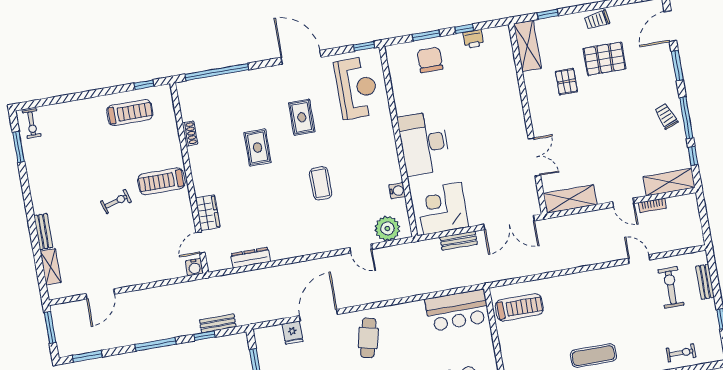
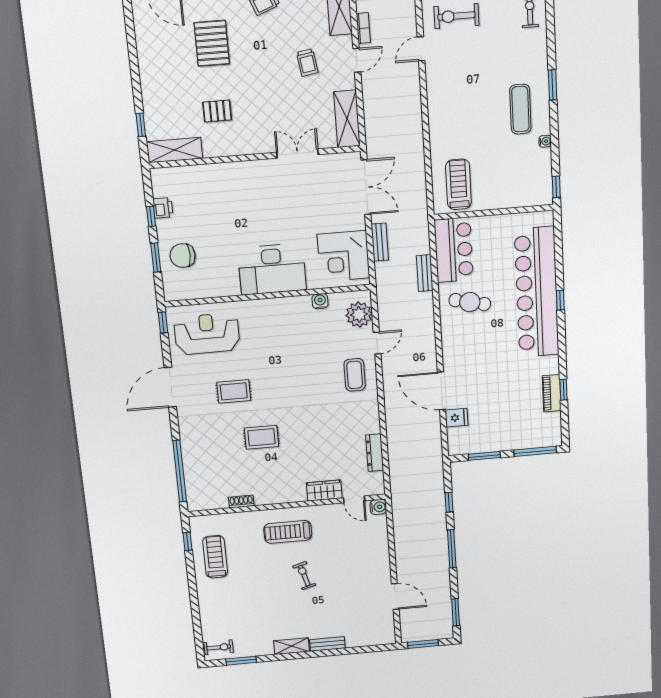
trolley: (597, 20) -> (307, 62), moved
pallet: (604, 59) -> (212, 43), moved
treadmill: (161, 181) -> (288, 532), turned 90
coffee table: (321, 183) -> (355, 375), moved, turned 90
shelving: (51, 267) -> (292, 646), moved
bench: (218, 323) -> (425, 273), moved
cafe table: (368, 338) -> (470, 302), moved

